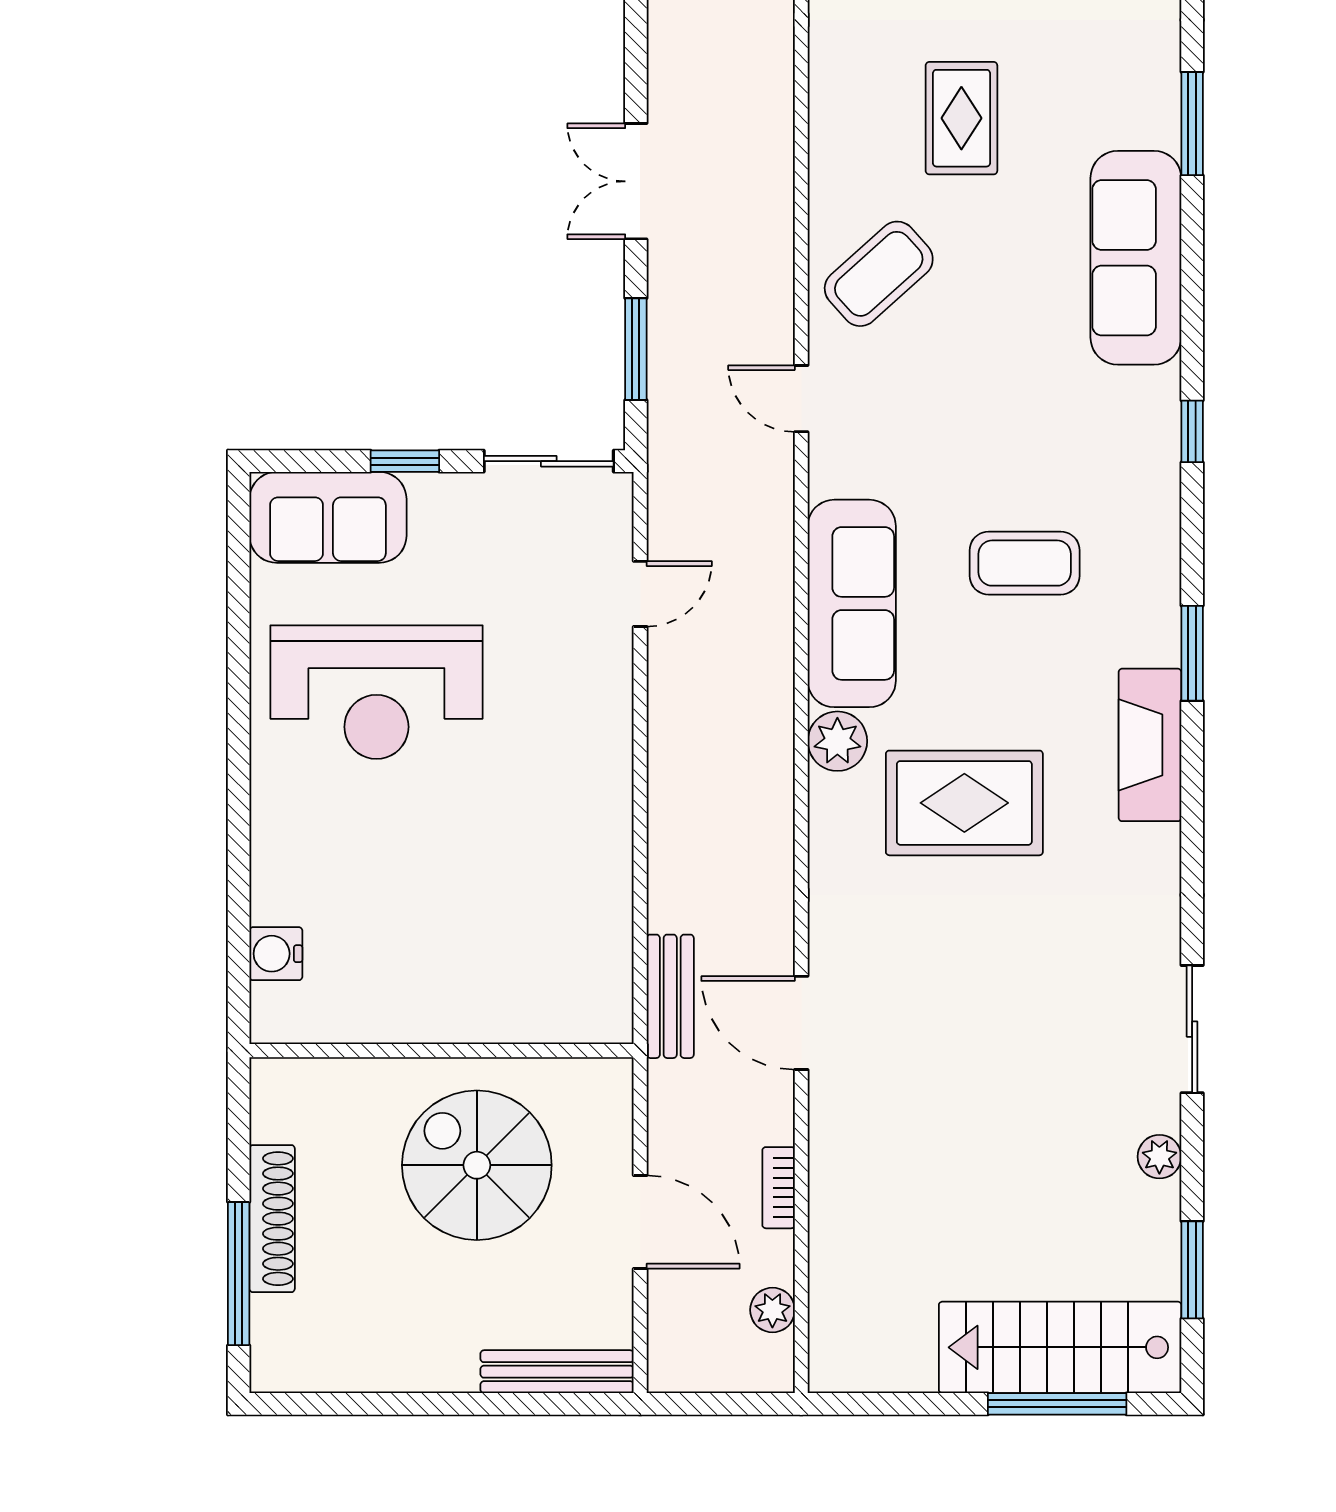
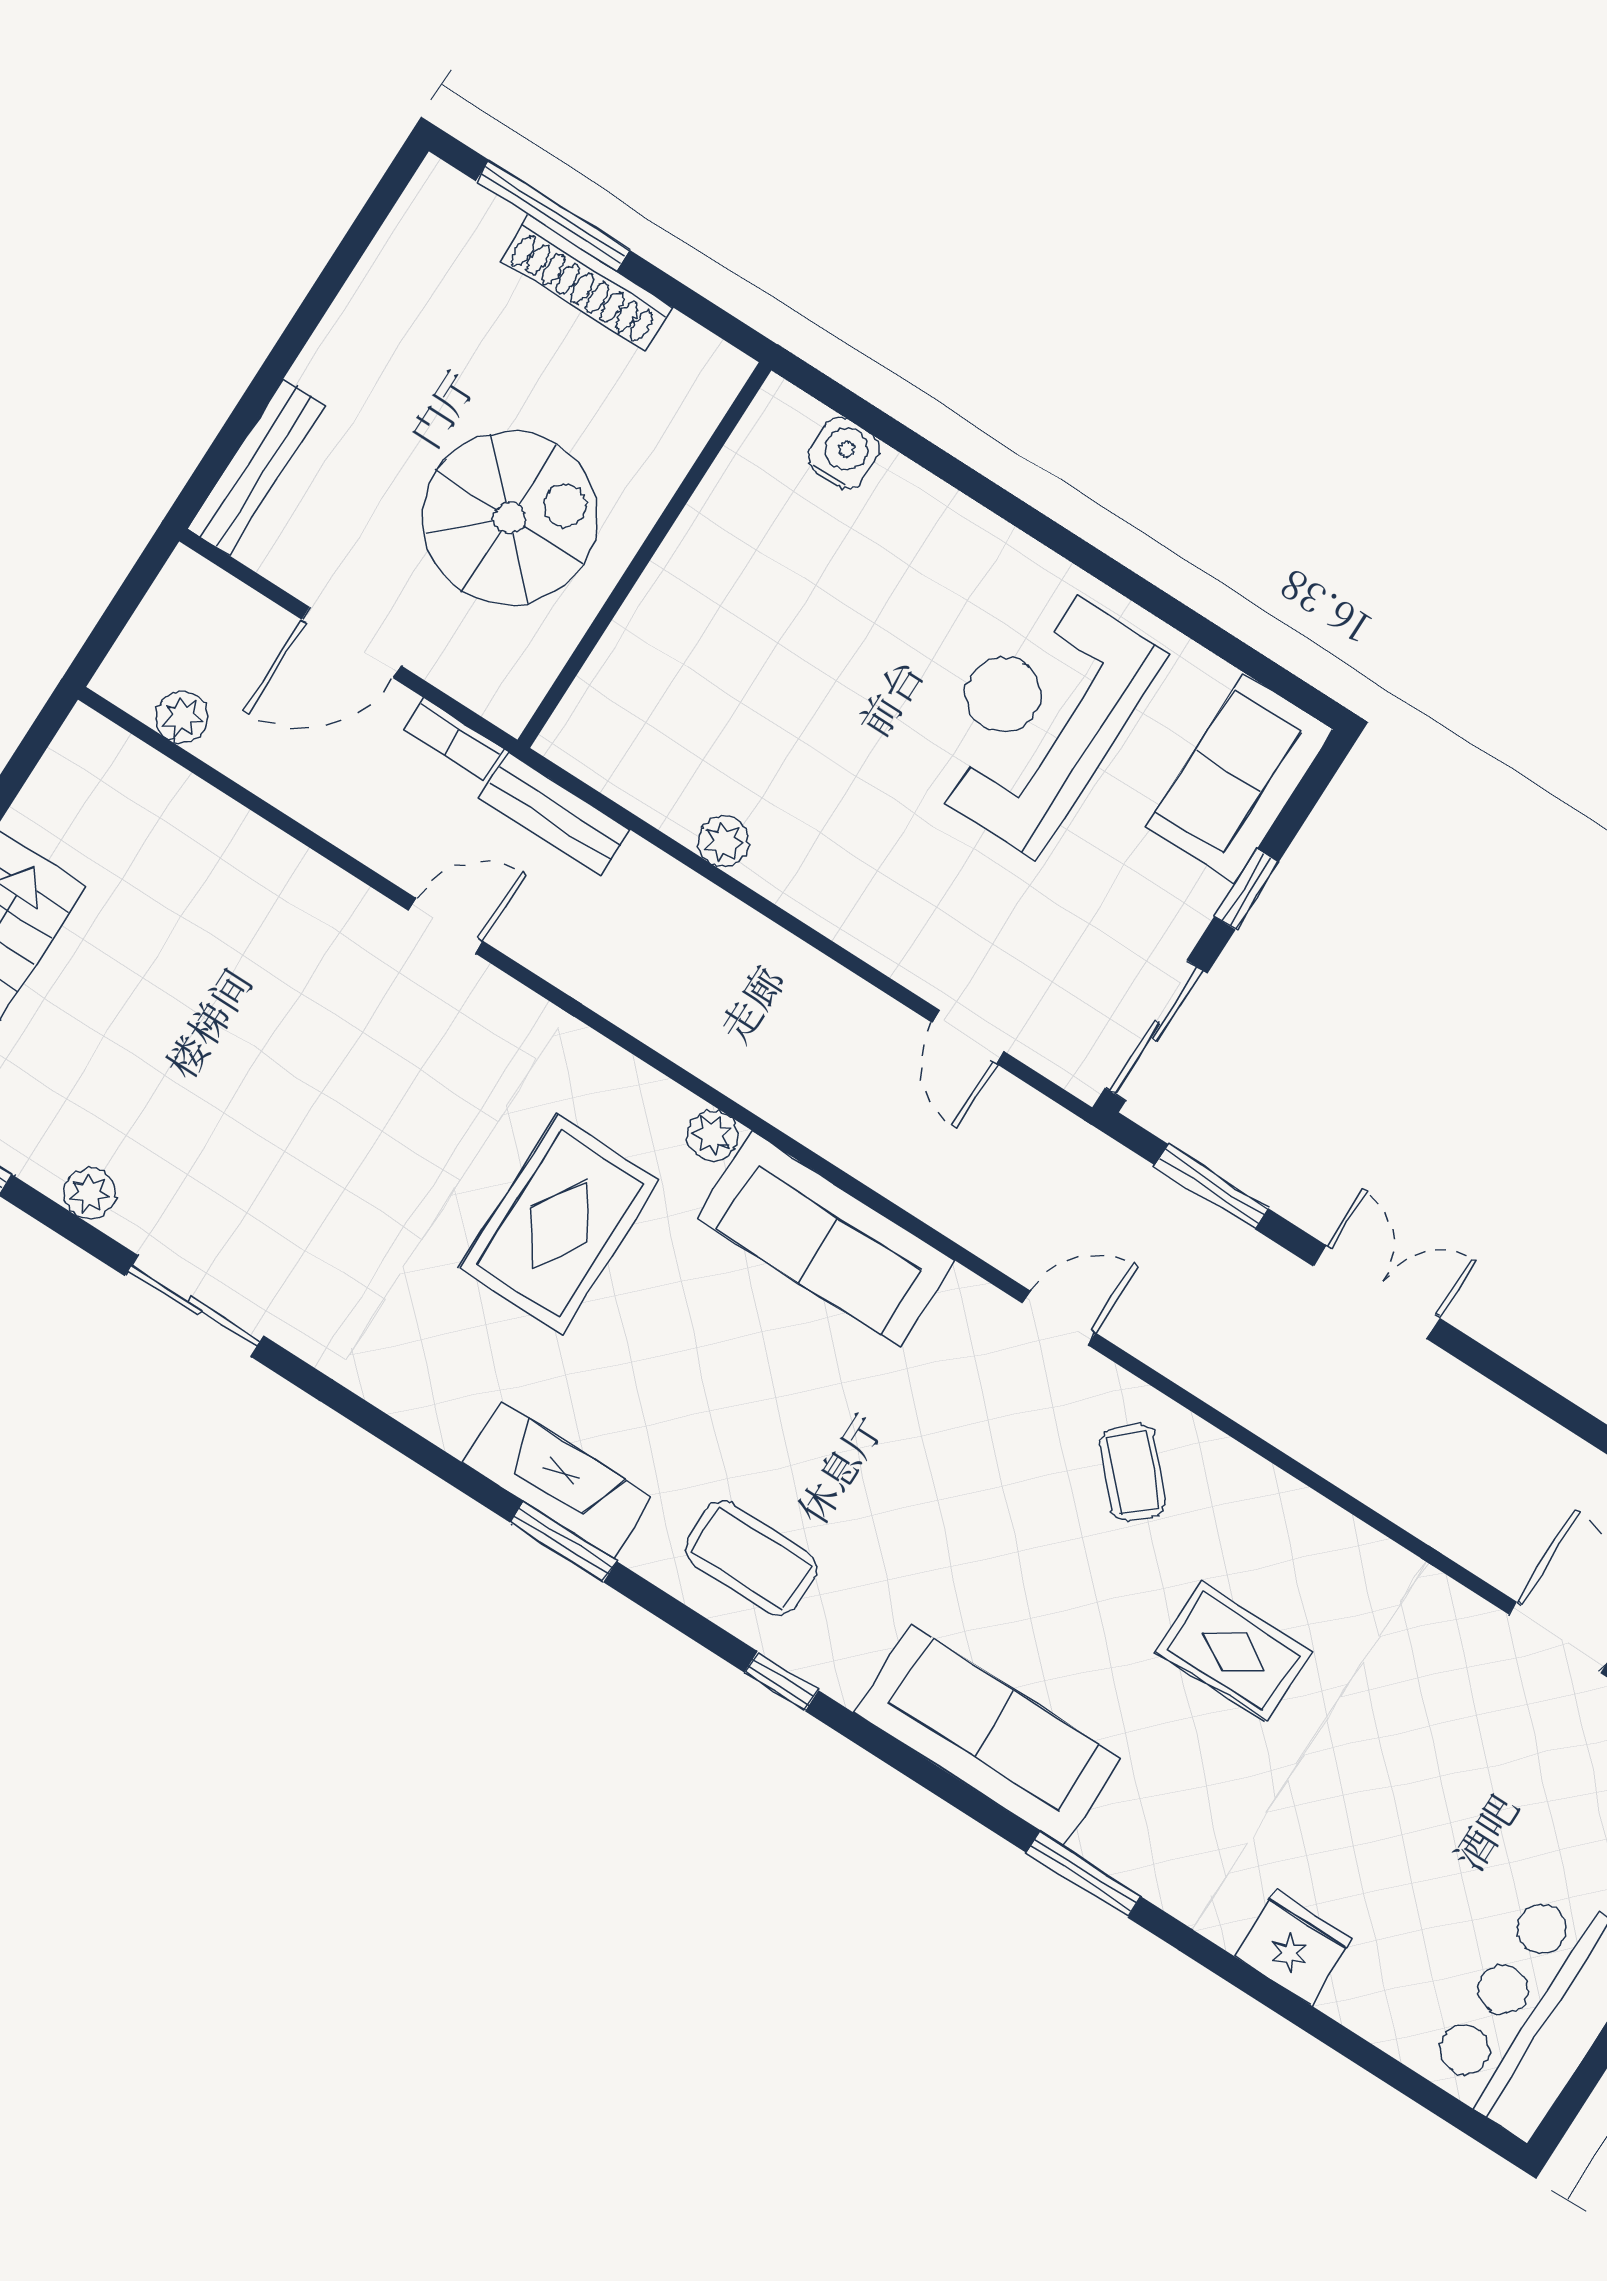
coffee table: (879, 274) -> (1133, 1473), width x0.73, depth x0.77
coffee table: (1025, 563) -> (751, 1558), moved, turned 90
plant: (837, 741) -> (713, 1135), width x0.73, depth x0.73
fireplace: (1150, 745) -> (557, 1480), moved
plant: (612, 861) -> (724, 842), added
door: (801, 1023) -> (446, 926), width x0.73
bookcase: (779, 1188) -> (454, 740), moved, turned 180

